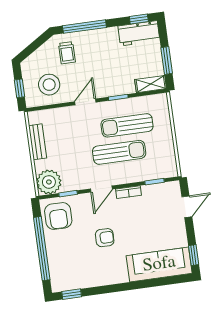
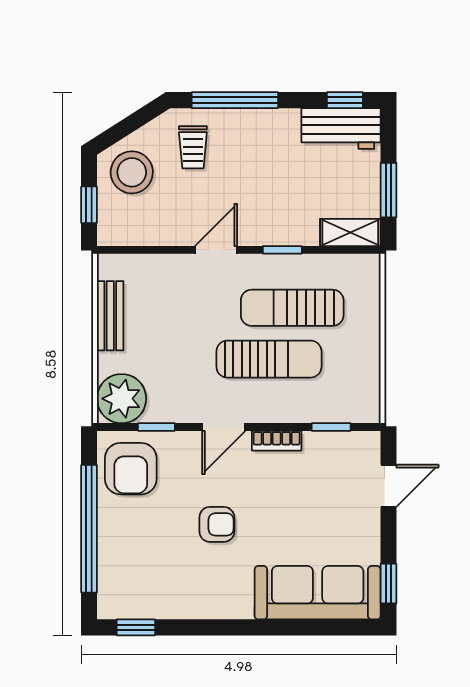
stool: (49, 85) -> (132, 172), moved

